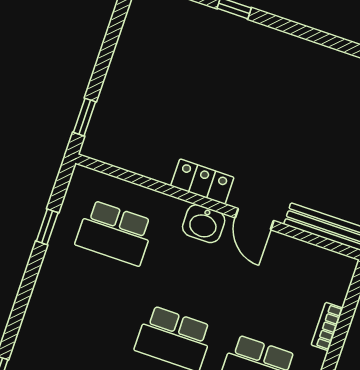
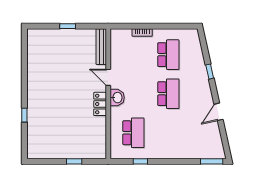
window: (85, 117) -> (74, 161), moved
door: (254, 219) -> (108, 77), swing flipped

